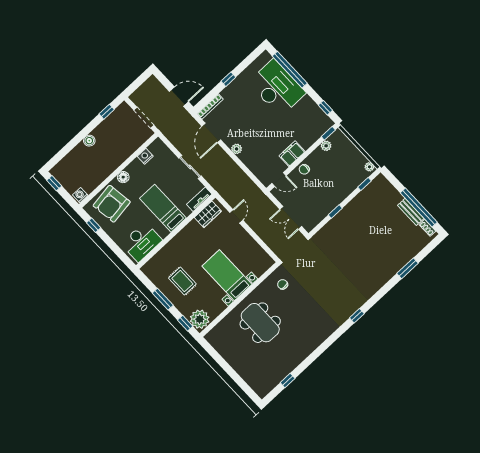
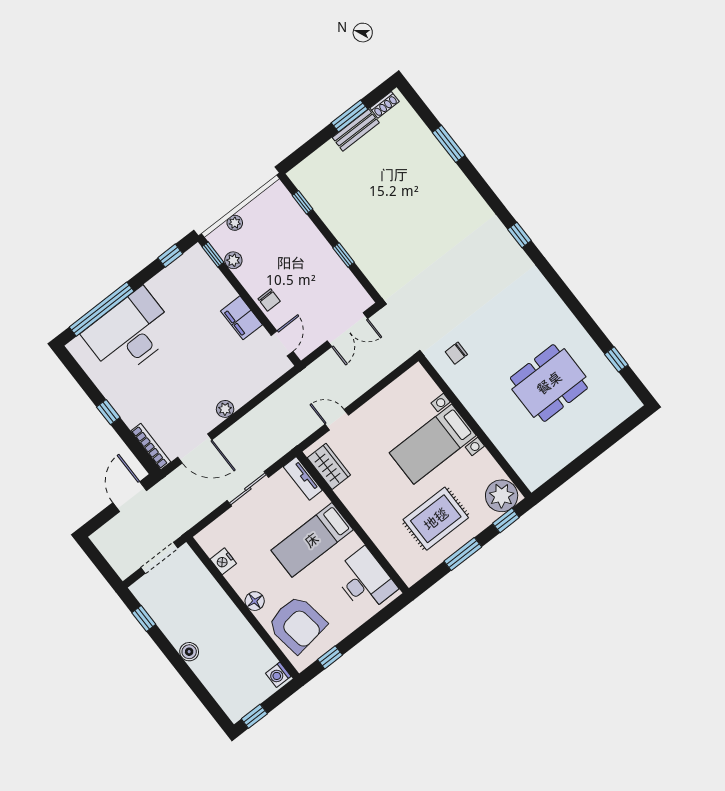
plant: (369, 167) -> (235, 223), moved
window: (419, 208) -> (350, 116), width x0.47
rug: (182, 281) -> (436, 519), width x1.36, depth x1.43
dining table: (260, 323) -> (549, 383), moved

